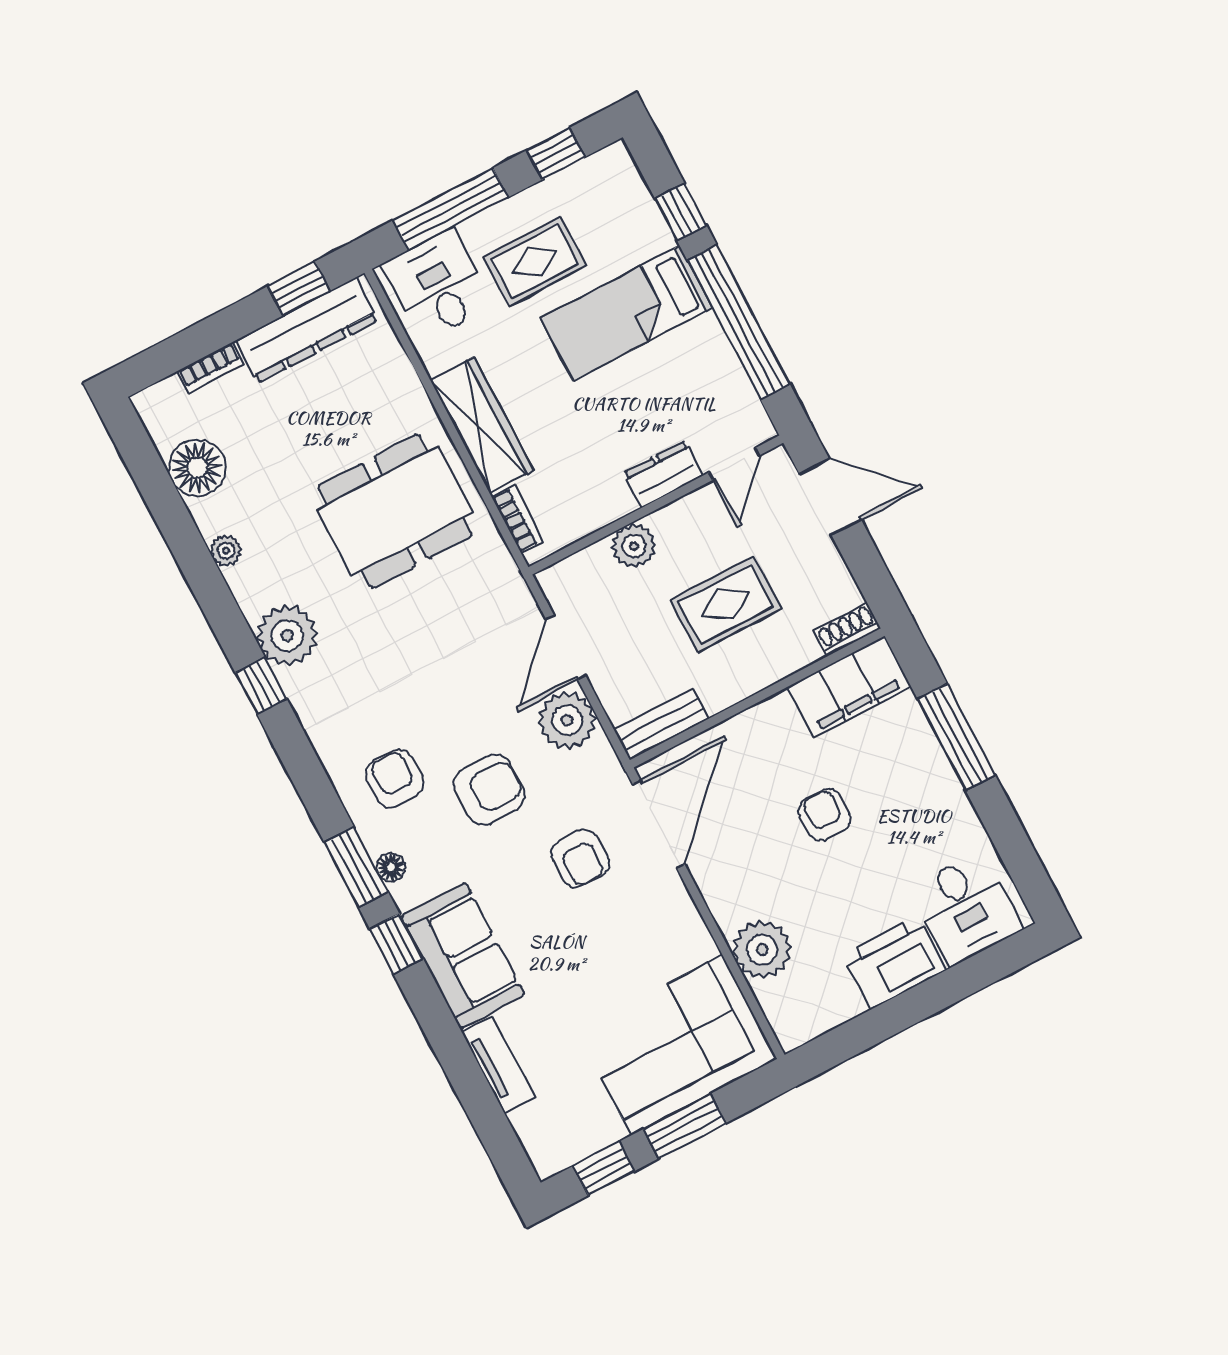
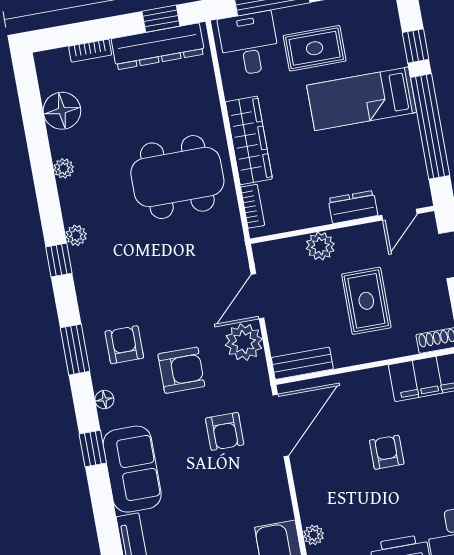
rug: (726, 604) -> (366, 301), turned 90
plant: (287, 636) -> (76, 235), width x0.53, depth x0.53
window: (356, 867) -> (75, 350), moved
plant: (762, 950) -> (314, 535), width x0.53, depth x0.53

